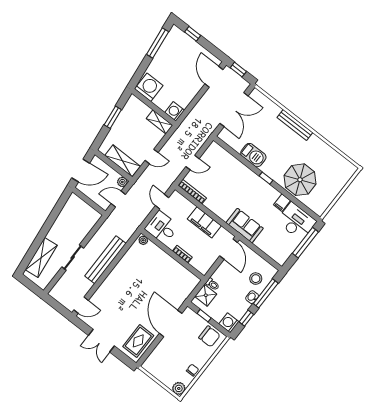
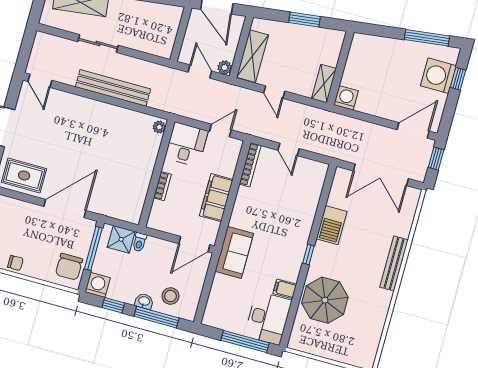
washing machine: (149, 87) -> (438, 76), moved, turned 180
window: (204, 316) -> (93, 248), width x2.17

